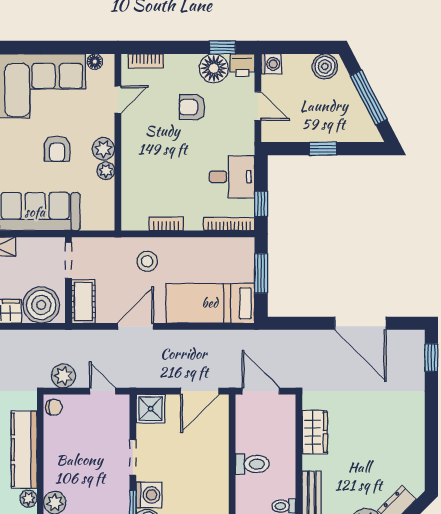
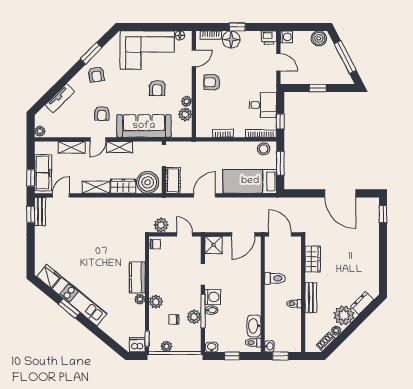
window: (222, 47) -> (237, 27), moved
floor lamp: (214, 68) -> (231, 40), moved
armchair: (192, 107) -> (212, 82), moved
plant: (103, 149) -> (185, 114), moved
stool: (147, 261) -> (264, 149), moved
kitchen counter: (24, 450) -> (137, 277), width x0.67

